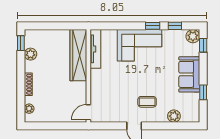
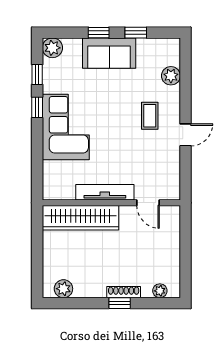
window: (21, 43) -> (120, 303), moved
window: (203, 45) -> (99, 33), moved
tv unit: (95, 49) -> (105, 192), moved
plant: (30, 54) -> (63, 289), moved
door: (88, 112) -> (148, 203), moved

